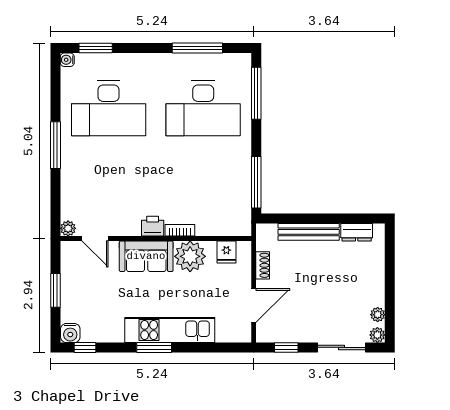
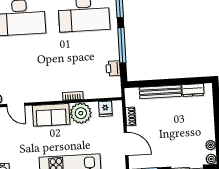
window: (256, 182) -> (122, 45), moved
printer: (153, 226) -> (113, 68), moved, turned -90
door: (254, 305) -> (126, 144), hinge flipped

